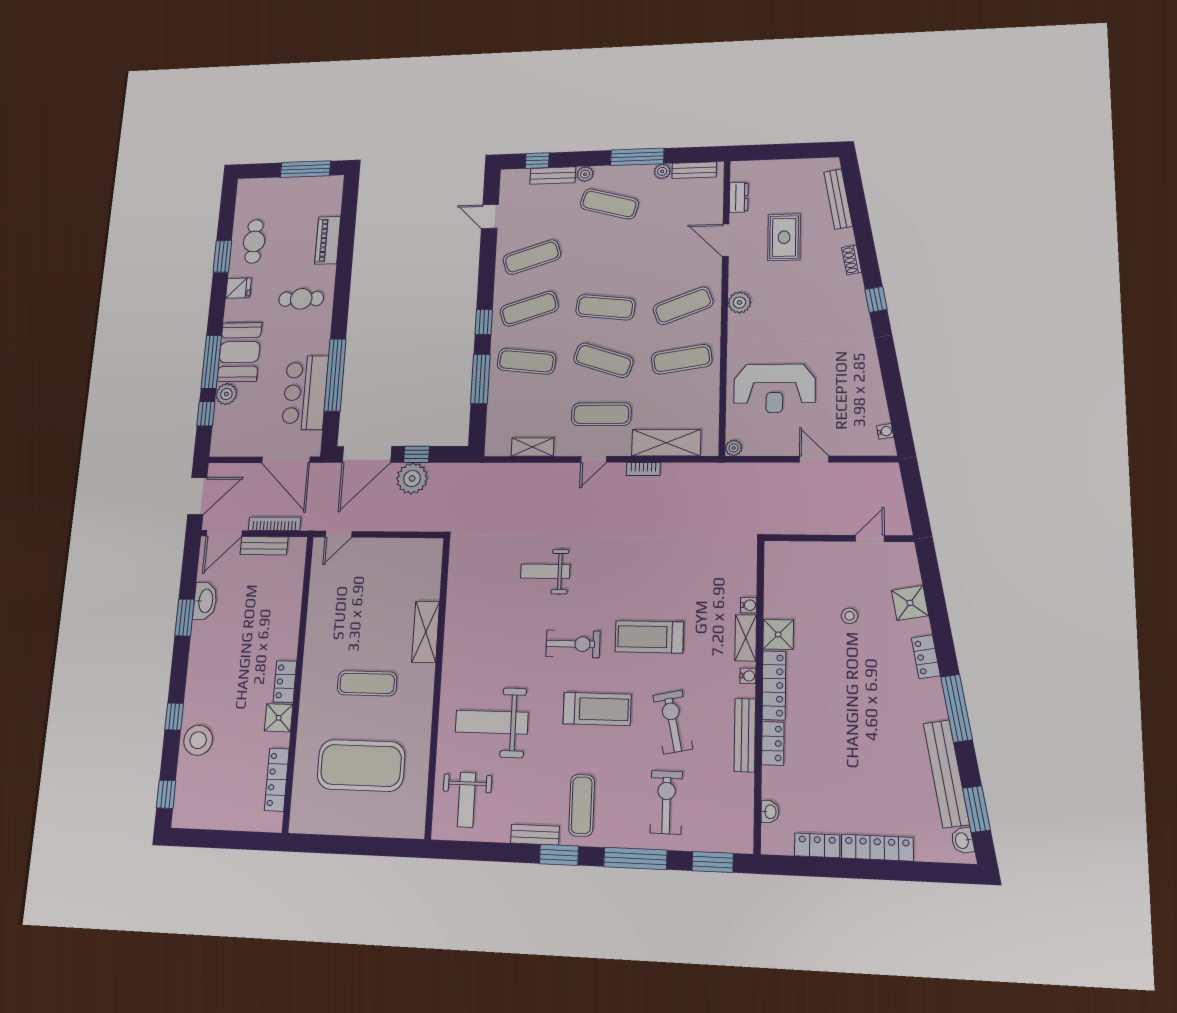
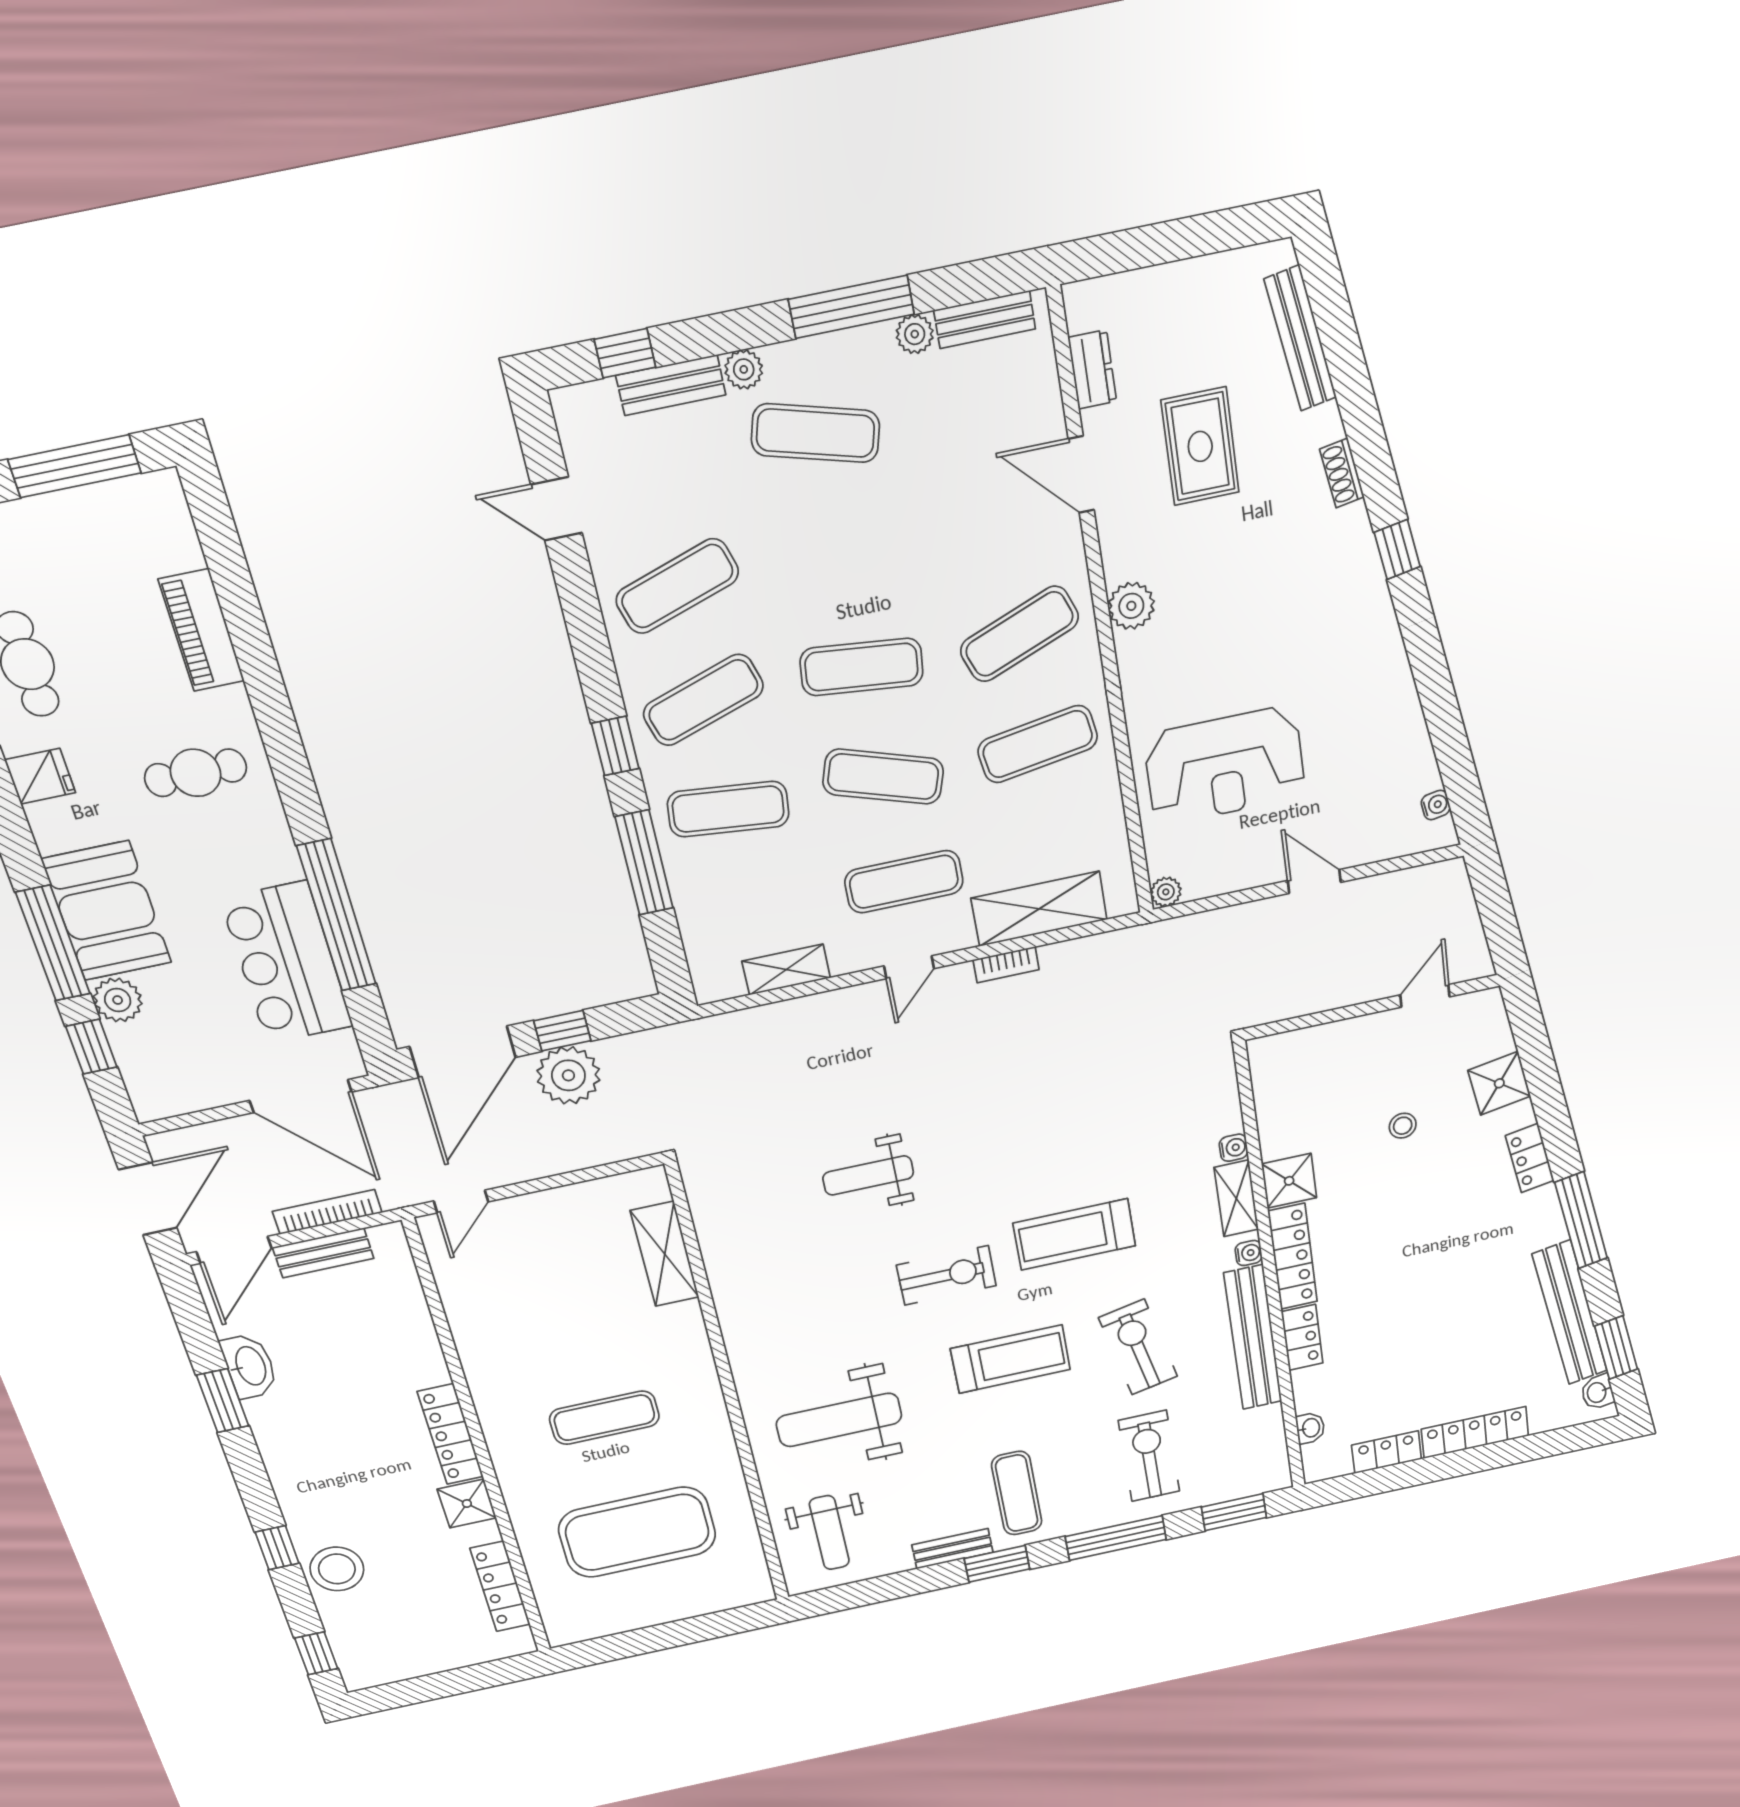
shelving: (426, 632) -> (665, 1254), moved
locker: (285, 682) -> (450, 1434), width x1.53
bench: (745, 735) -> (1253, 1338), width x1.37, depth x1.21

